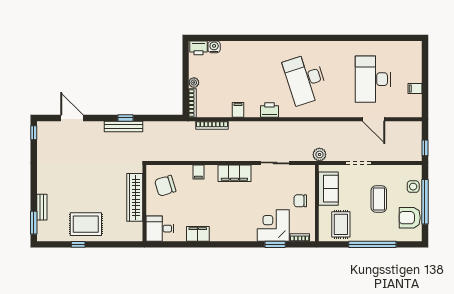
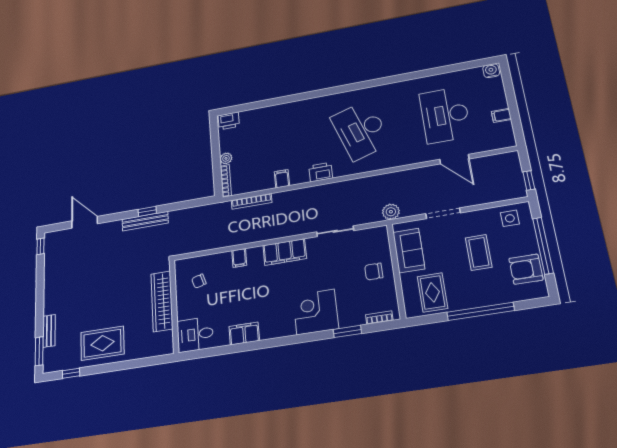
water cooler: (214, 47) -> (491, 71), moved
chair: (165, 186) -> (199, 281), width x0.54, depth x0.54
side table: (413, 187) -> (510, 218), moved
corner desk: (273, 226) -> (316, 312), moved
window: (78, 244) -> (71, 373), moved

